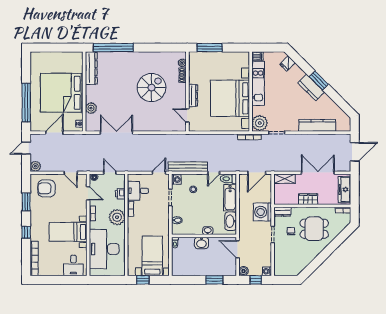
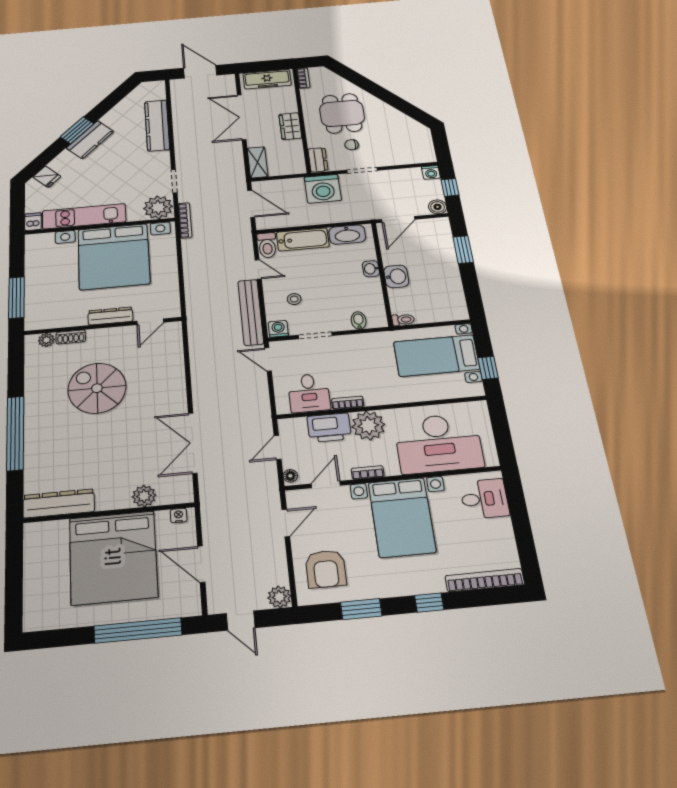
window: (113, 48) -> (15, 433), moved
printer: (120, 194) -> (329, 428), width x1.87, depth x1.48
bed with nightstands: (68, 232) -> (402, 517), width x1.36

